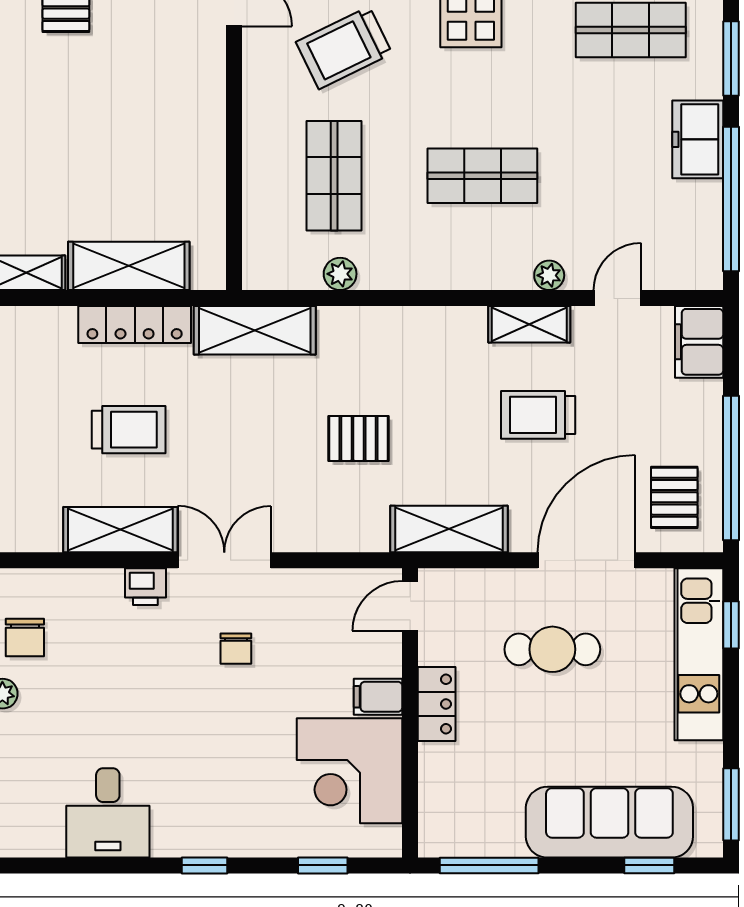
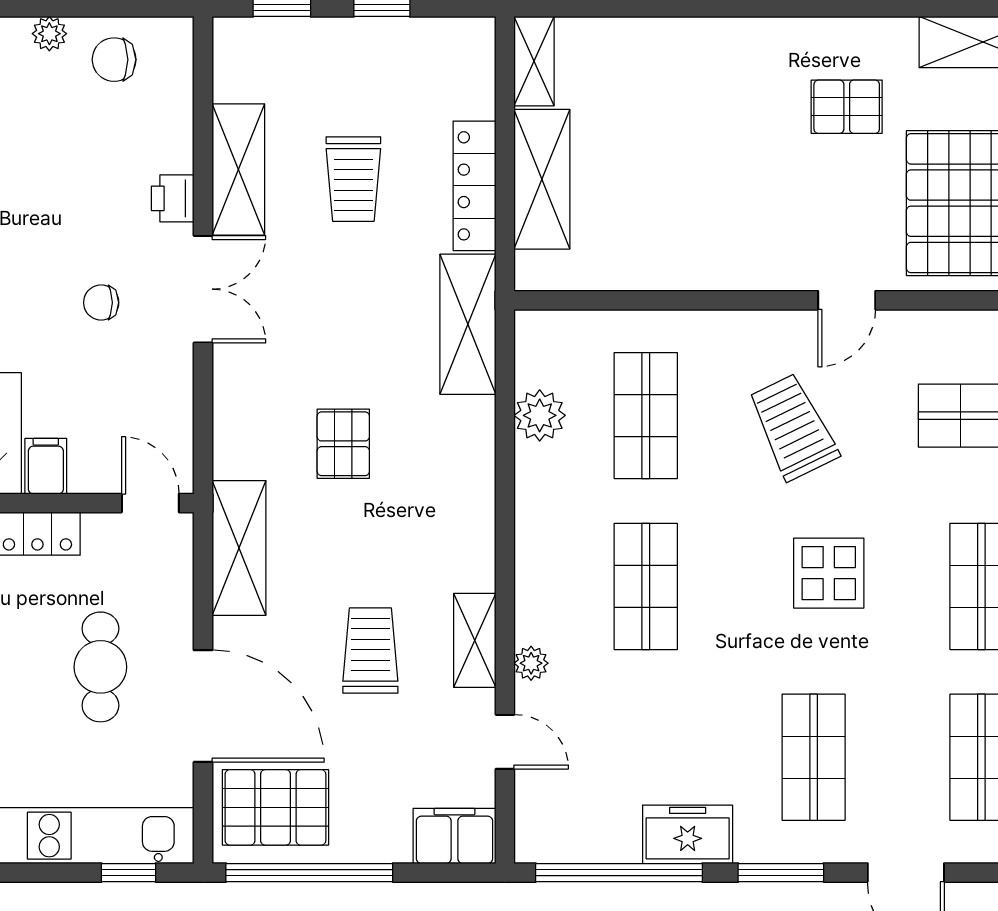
shop shelf: (334, 176) -> (646, 416), turned 90
plant: (340, 274) -> (540, 415), width x1.38, depth x1.38
pallet: (674, 497) -> (275, 807), width x1.50, depth x1.42

